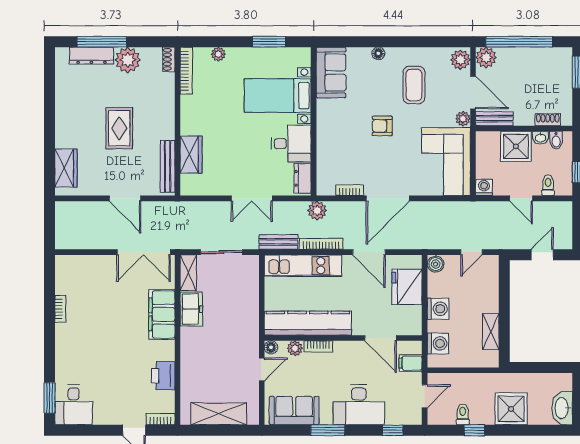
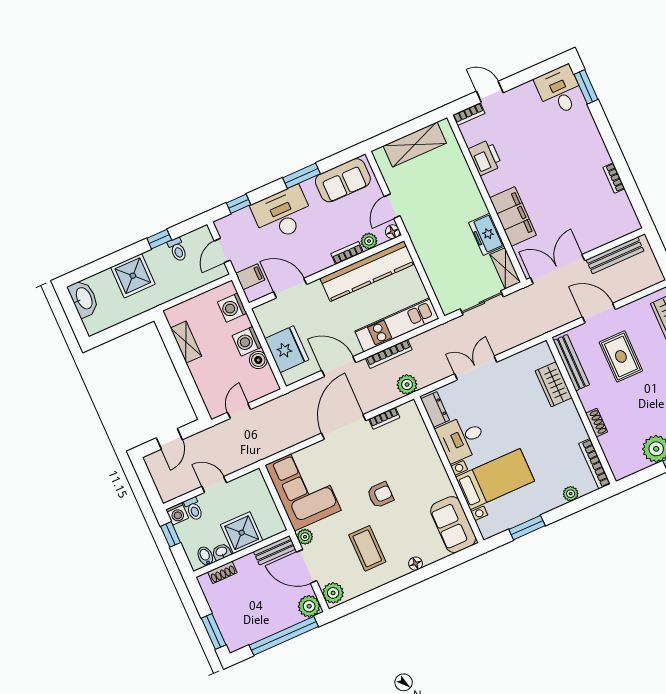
shoe rack: (169, 59) -> (597, 423), moved
rug: (119, 128) -> (621, 356), moved
washing machine: (484, 187) -> (177, 514), moved
bench: (278, 242) -> (615, 255), moved, width x1.36
boiler: (436, 264) -> (258, 360), moved

